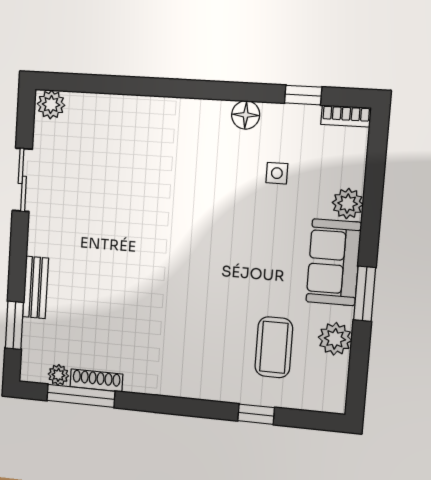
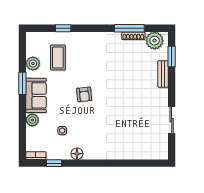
plant: (51, 105) -> (161, 153), removed
armchair: (218, 255) -> (84, 94), added
plant: (58, 375) -> (155, 41), width x1.88, depth x1.88
window: (81, 396) -> (129, 28), moved

